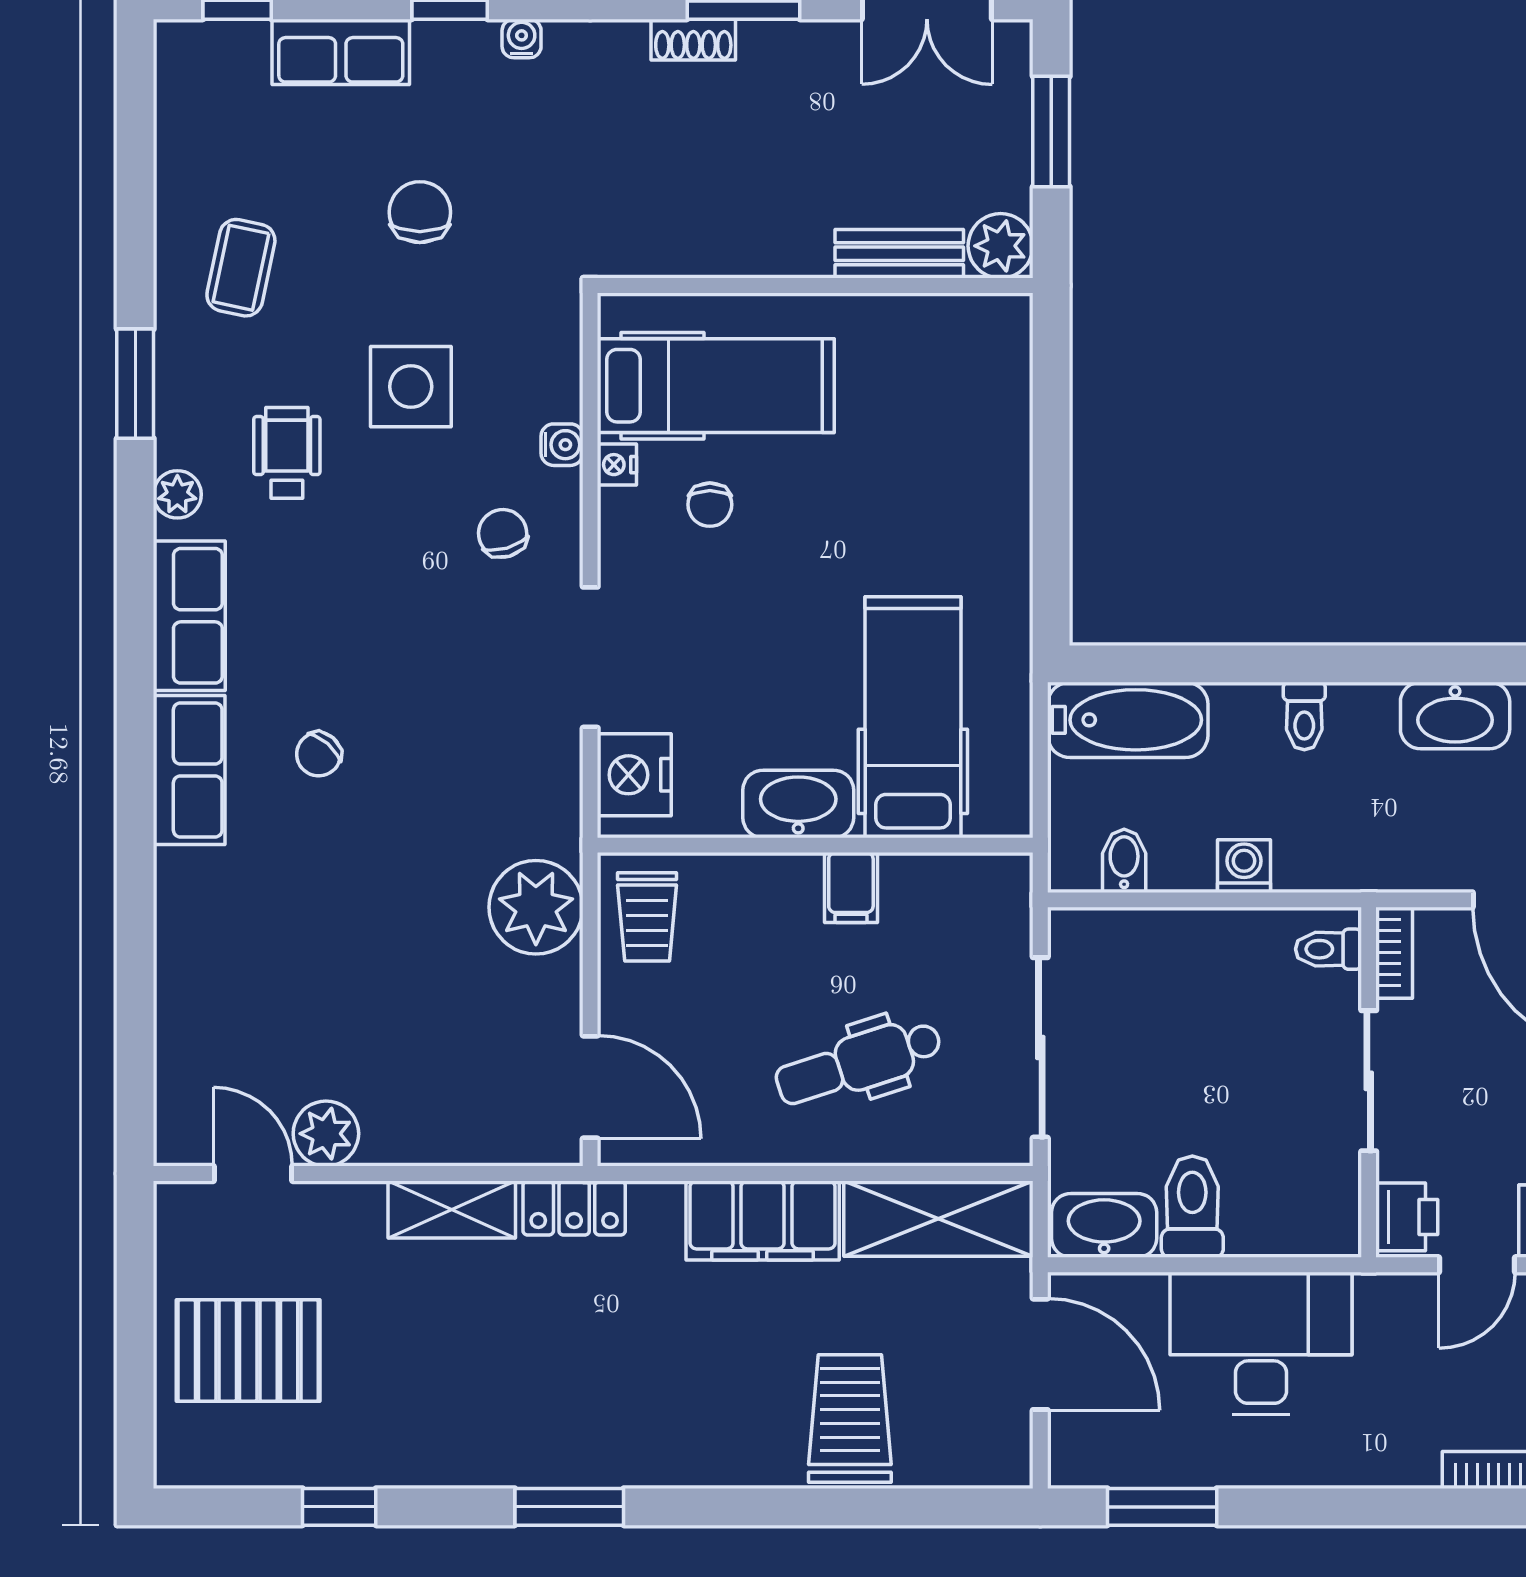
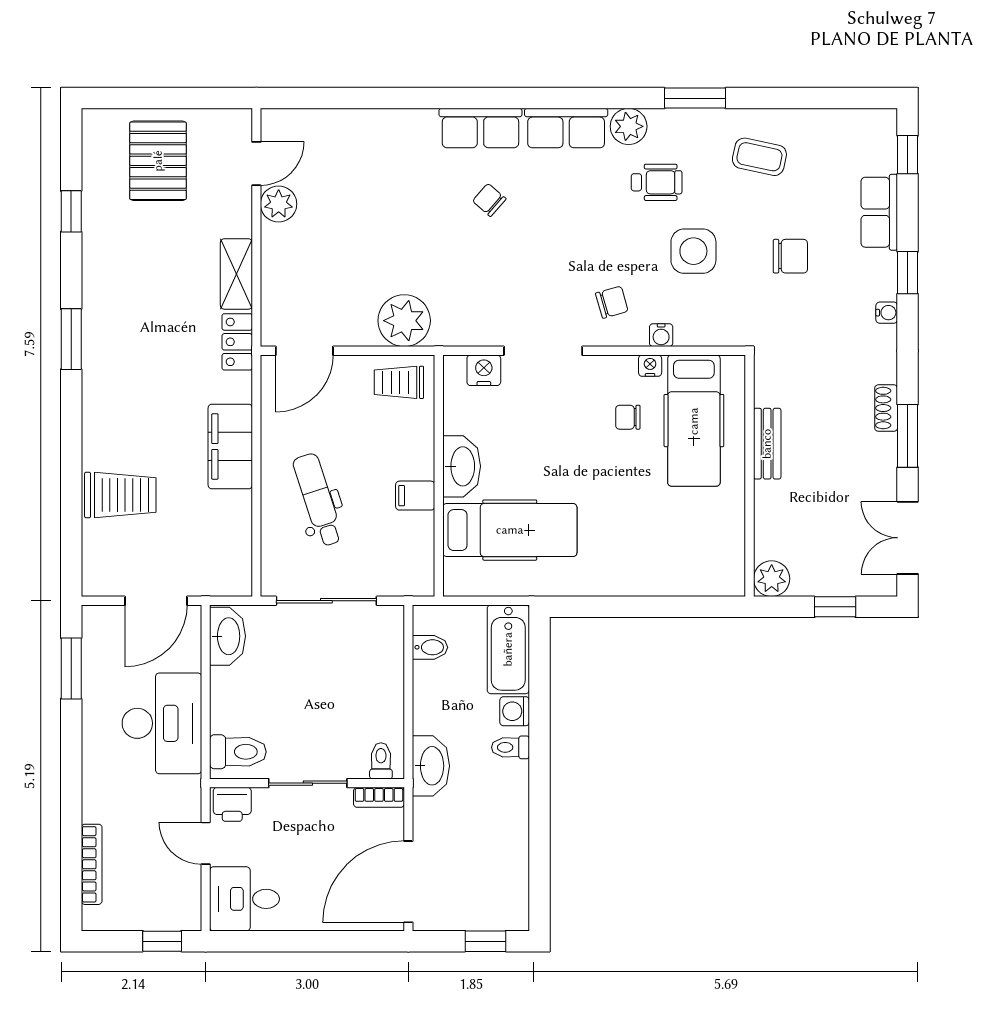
window: (1051, 131) -> (835, 607), width x0.67
bench: (899, 254) -> (767, 444), moved
plant: (177, 494) -> (629, 126), width x1.38, depth x1.38
washbasin: (1455, 715) -> (431, 766), moved, turned 180
nightstand: (634, 775) -> (484, 370), width x0.74, depth x0.75
washing machine: (1244, 866) -> (515, 711), moved, turned 180
toilet: (1192, 1207) -> (238, 752), moved
shelving: (938, 1219) -> (231, 544), removed

